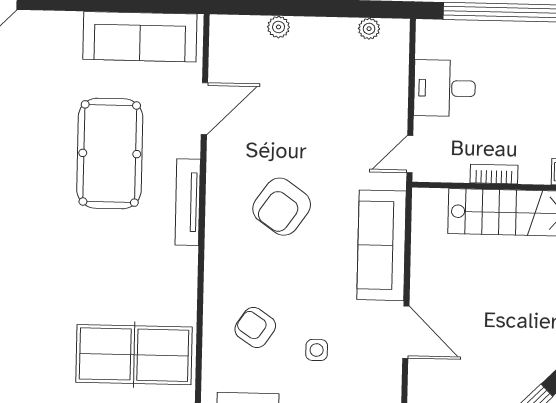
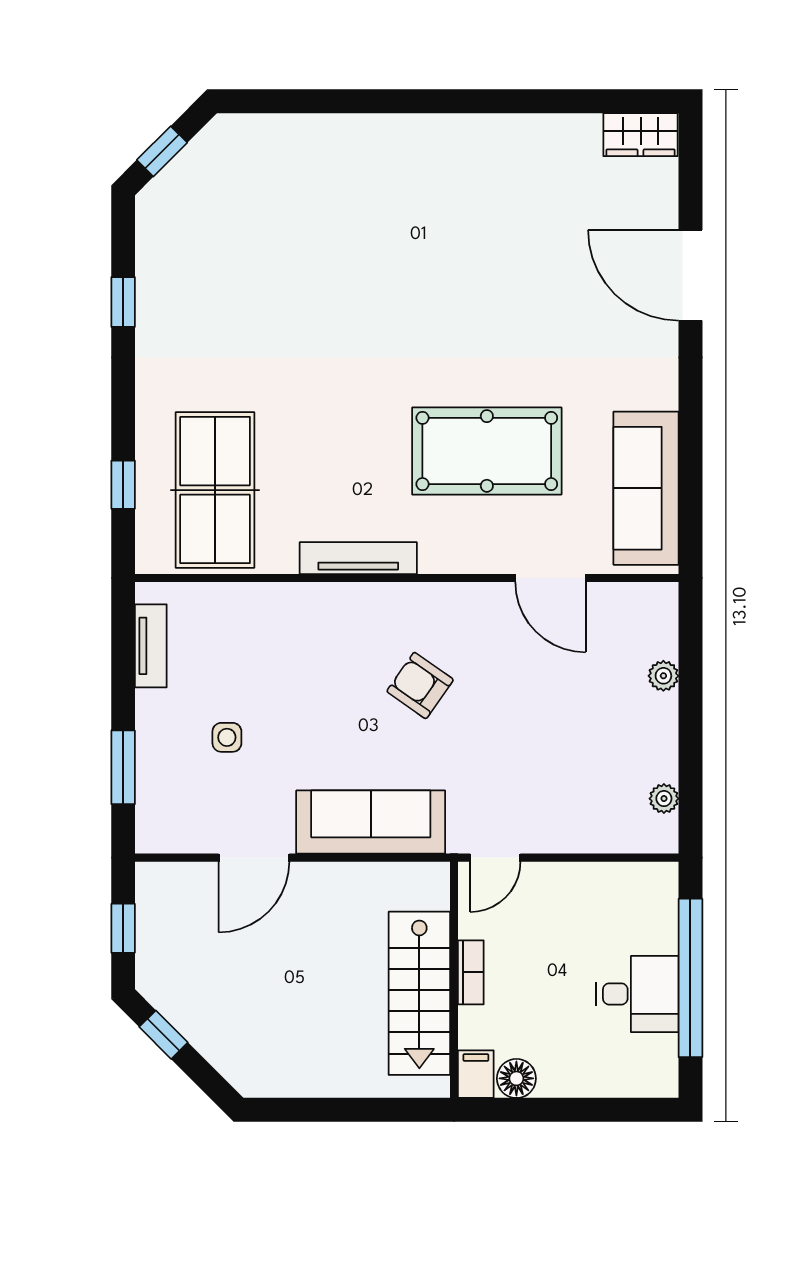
desk: (445, 88) -> (637, 994), moved, turned 90
door: (410, 154) -> (495, 858), swing flipped
tv unit: (188, 202) -> (358, 558), moved
armchair: (282, 207) -> (420, 686), width x0.72, depth x0.72
armchair: (255, 327) -> (256, 653), removed

